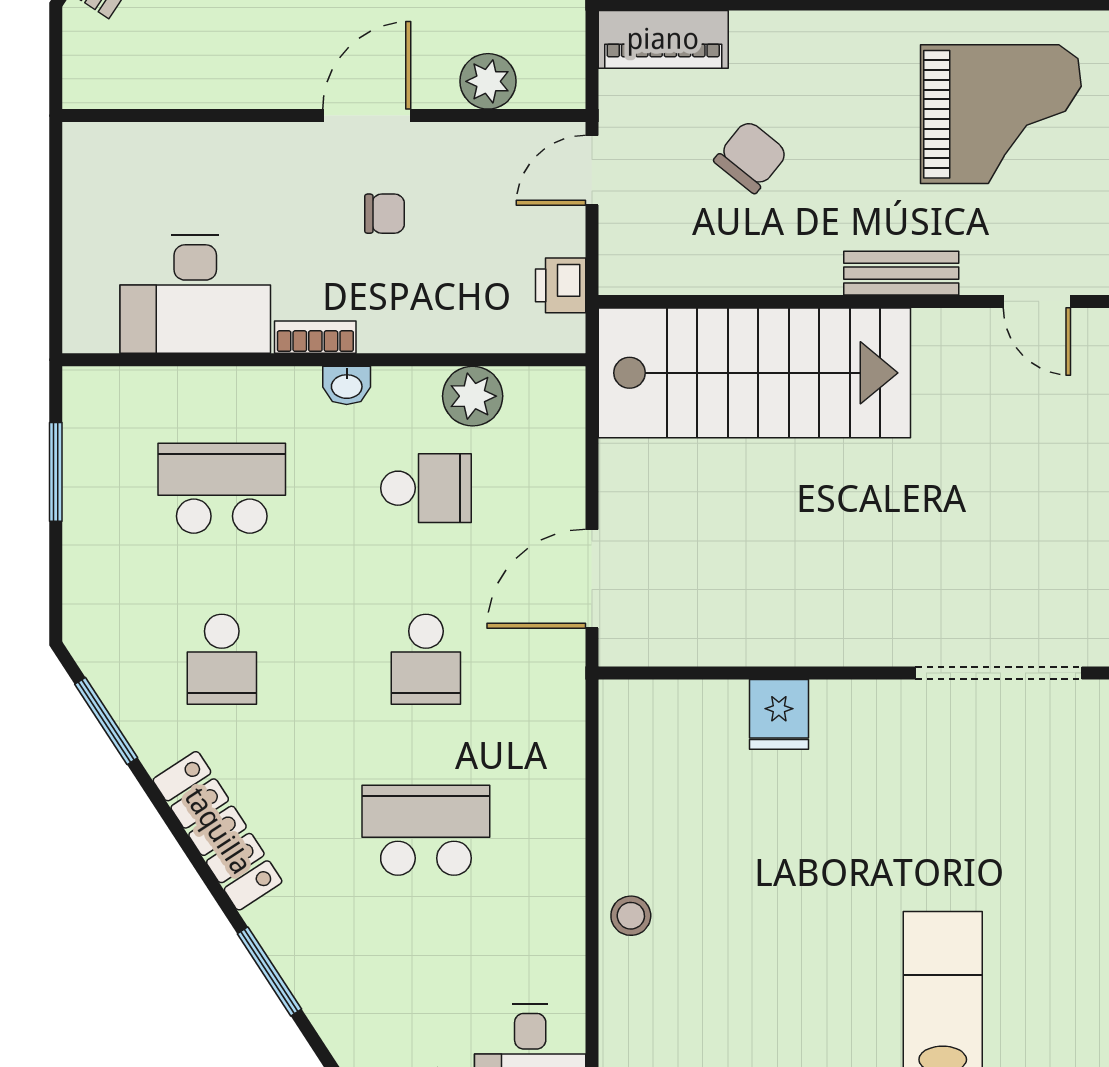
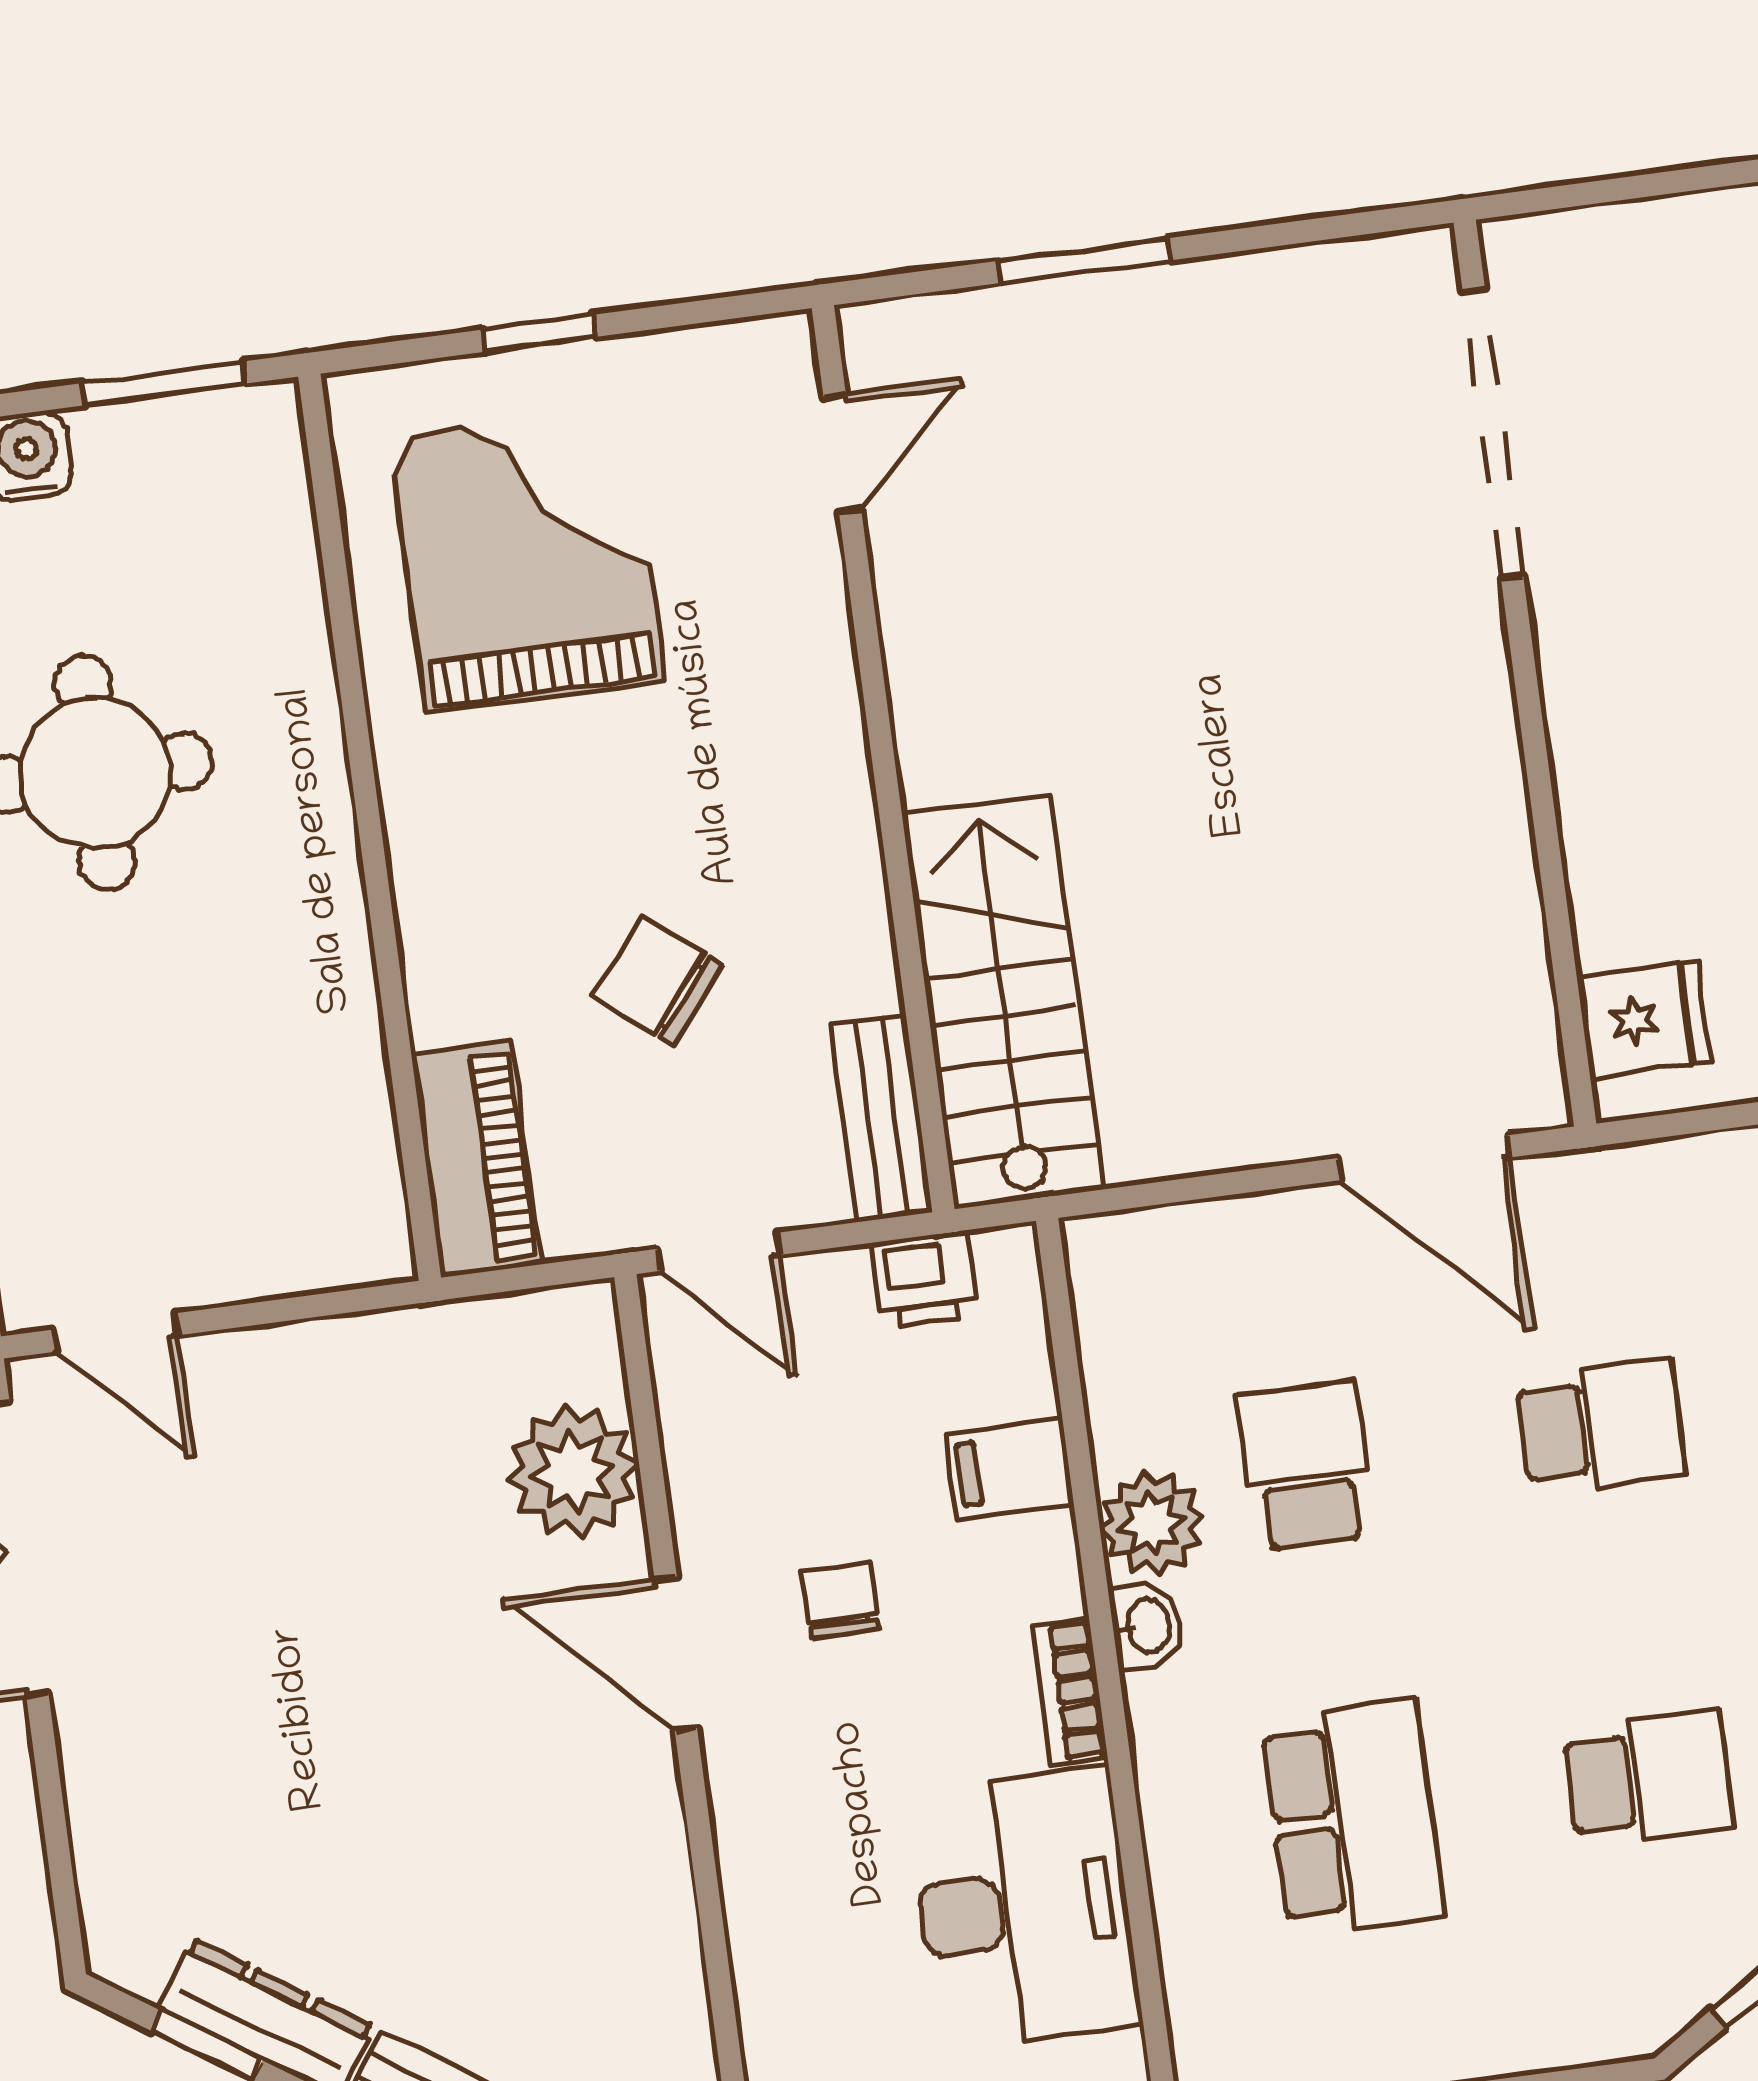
plant: (488, 81) -> (573, 1472), width x1.36, depth x1.36
bench: (901, 273) -> (881, 1118), moved
filing cabinet: (446, 320) -> (1010, 1469), added
stairs: (754, 373) -> (1003, 1002), width x0.73, depth x0.66
plant: (473, 396) -> (1152, 1523), moved
school desk: (222, 488) -> (1353, 1818), turned 180
fridge: (779, 714) -> (1644, 1020), moved

